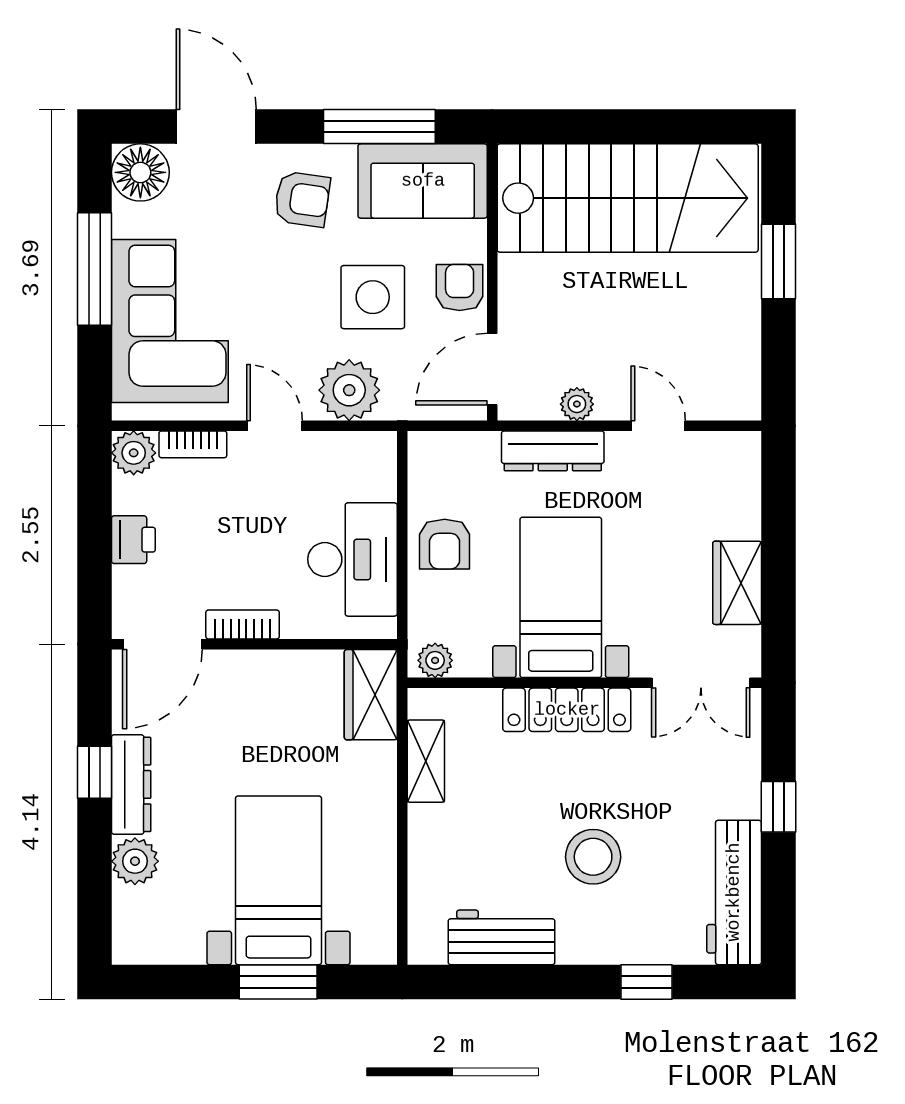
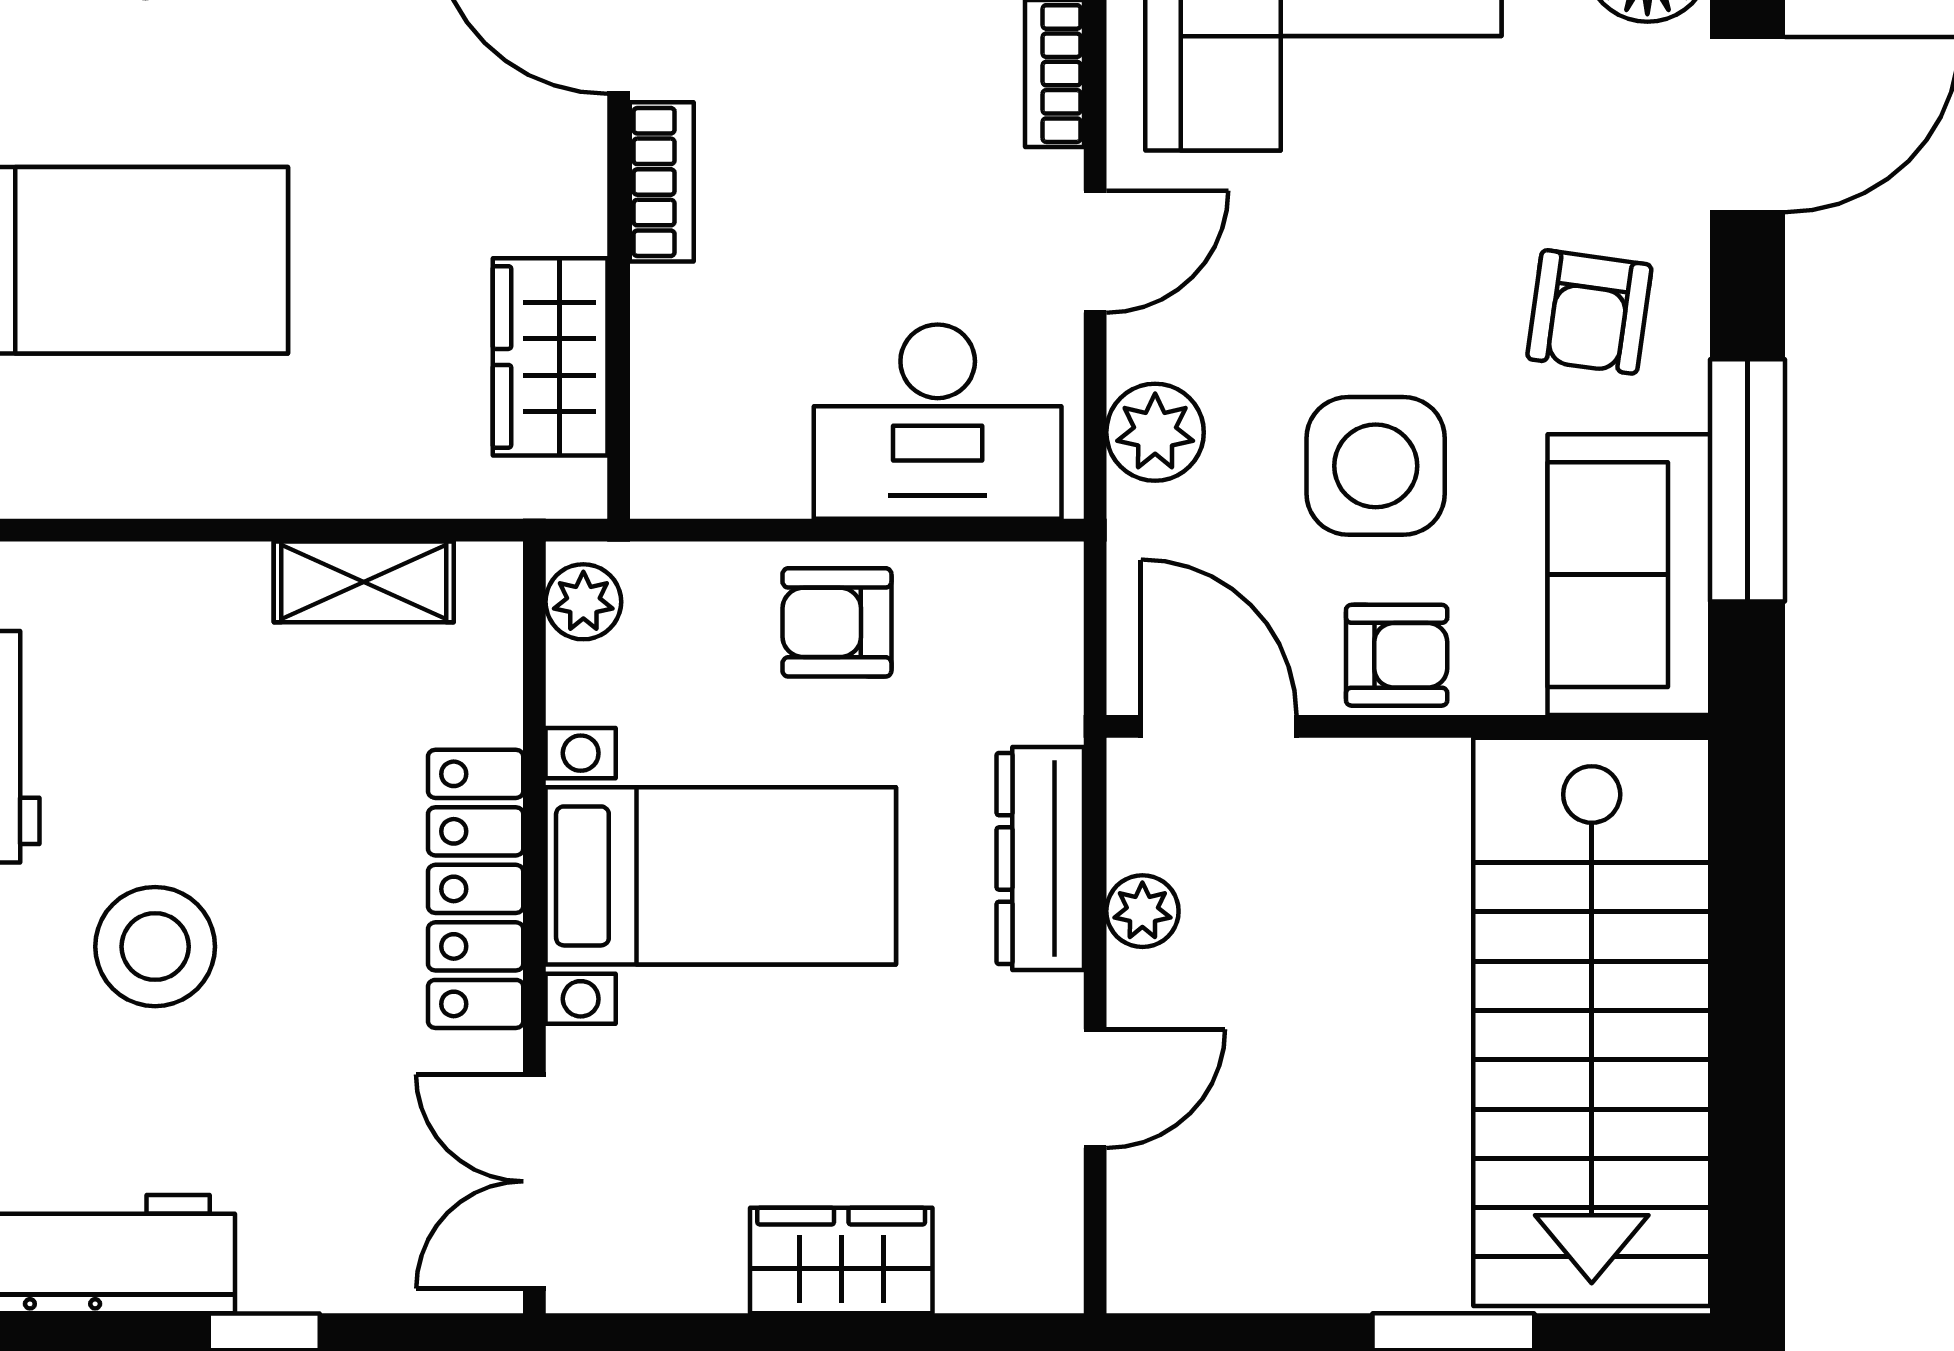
plant: (349, 390) -> (1155, 432), width x0.73, depth x0.73
desk: (352, 559) -> (938, 422), moved
wardrobe: (737, 583) -> (841, 1260), moved
wardrobe: (371, 695) -> (550, 357), moved, turned -90

